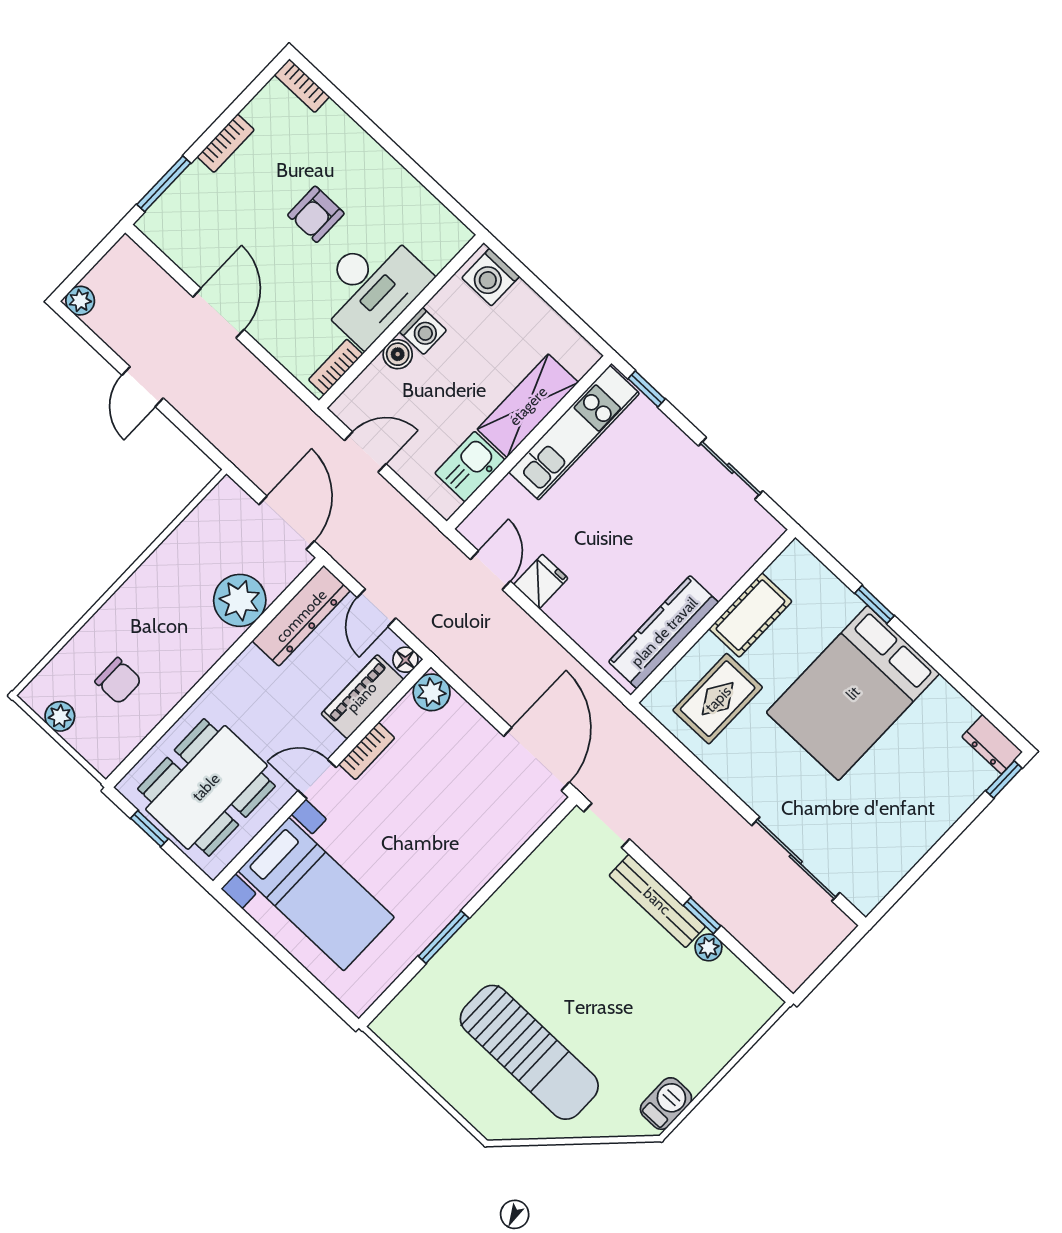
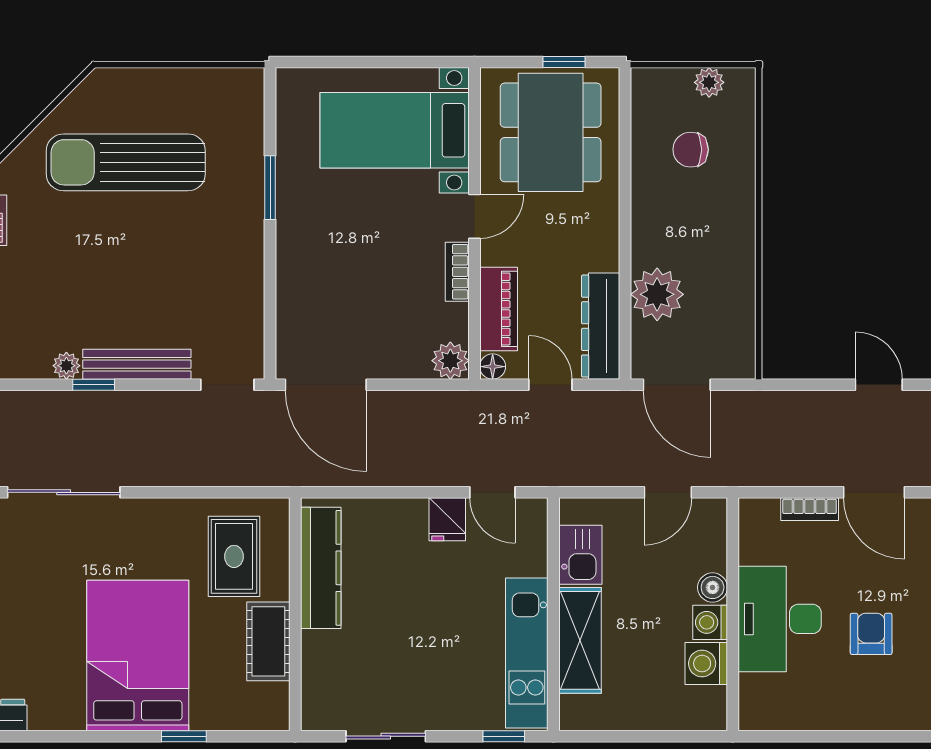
washing machine: (491, 277) -> (706, 664), moved, turned -90
bookcase: (336, 367) -> (810, 509), moved, turned 90

